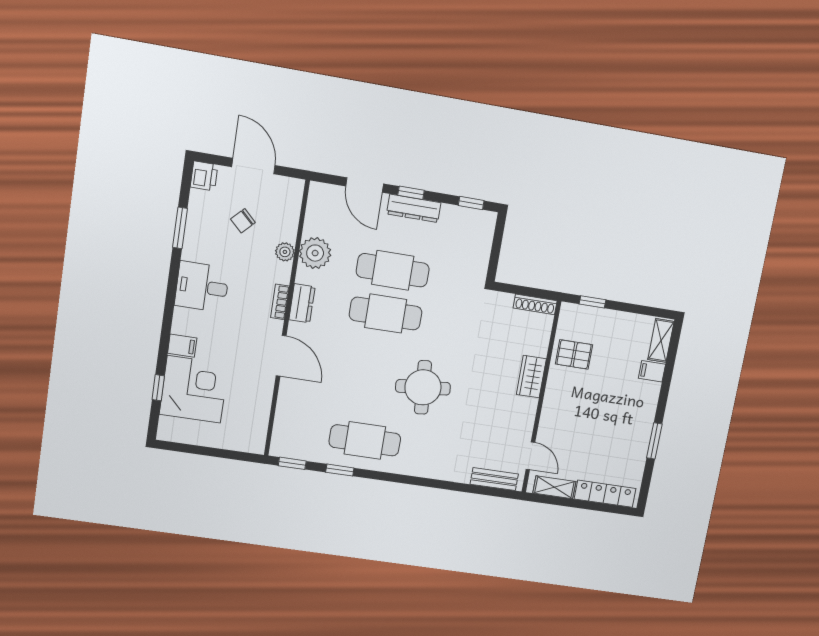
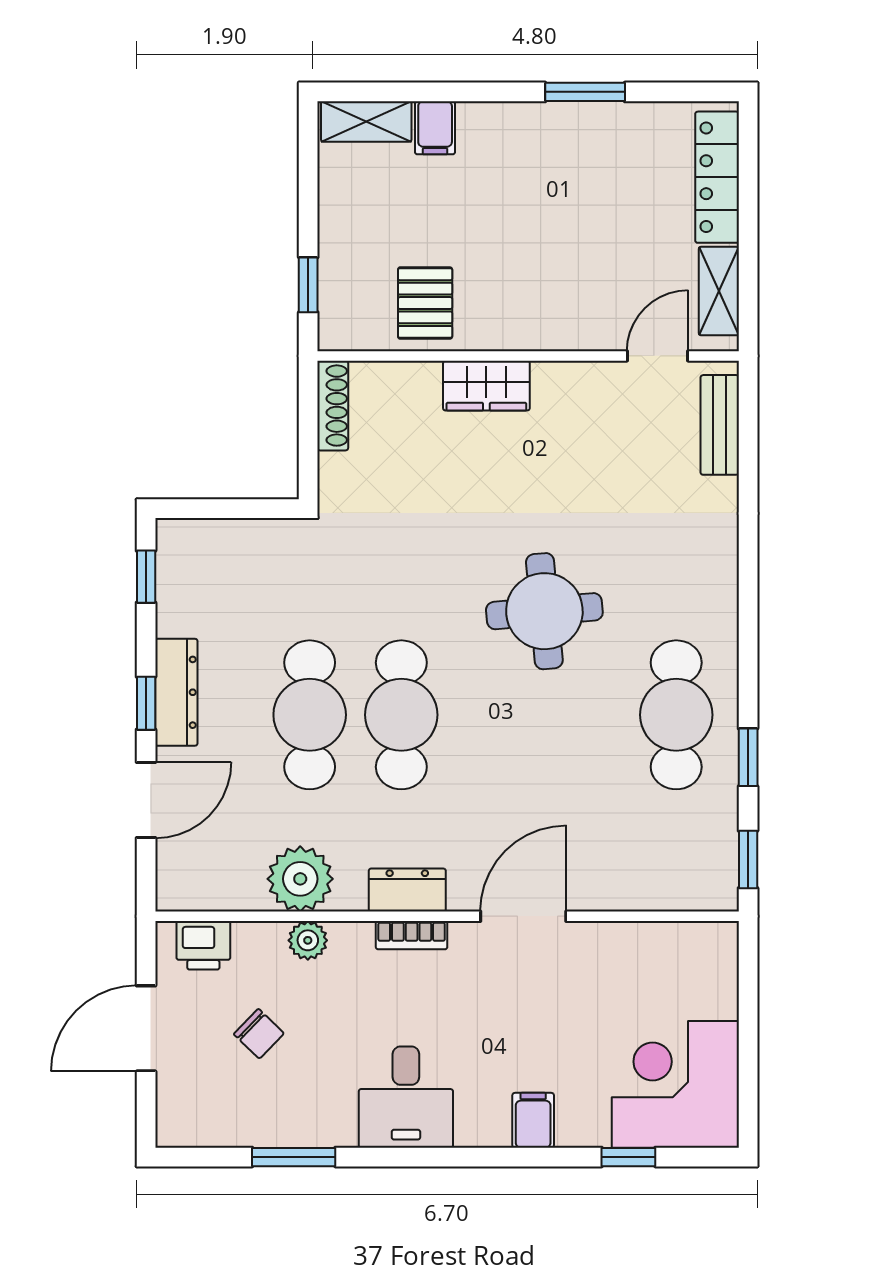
printer: (204, 176) -> (203, 945), moved, turned 180
corner desk: (194, 389) -> (675, 1084), moved

